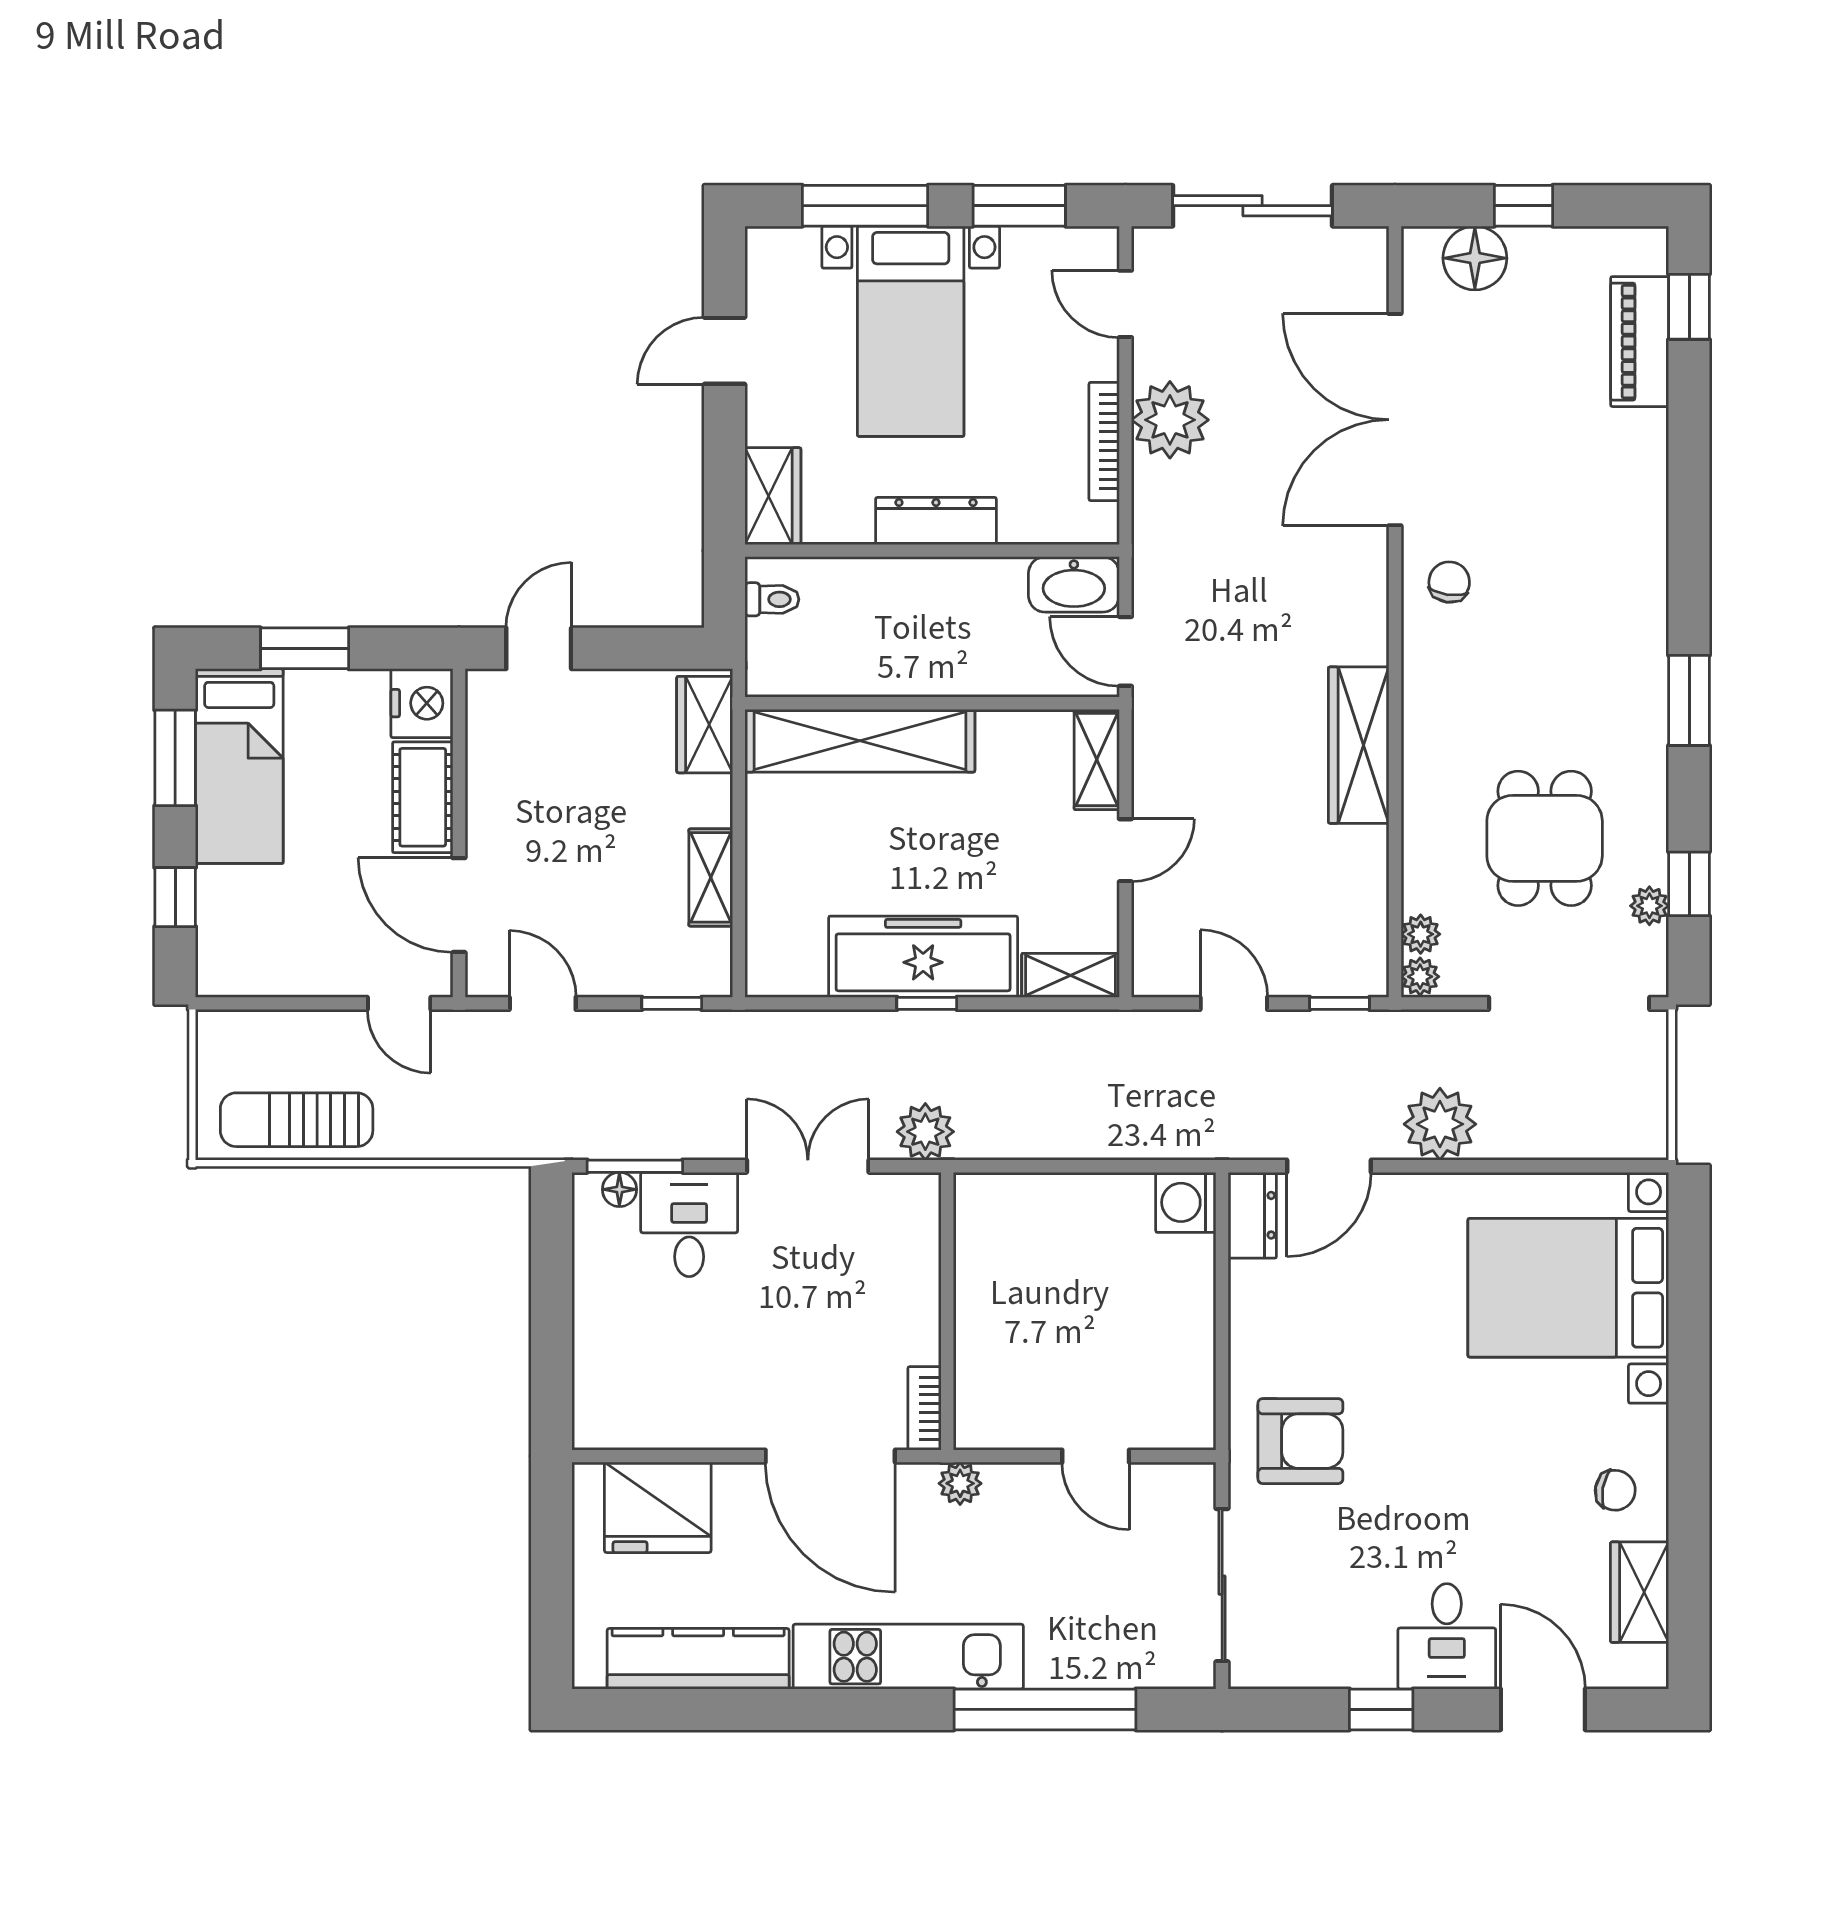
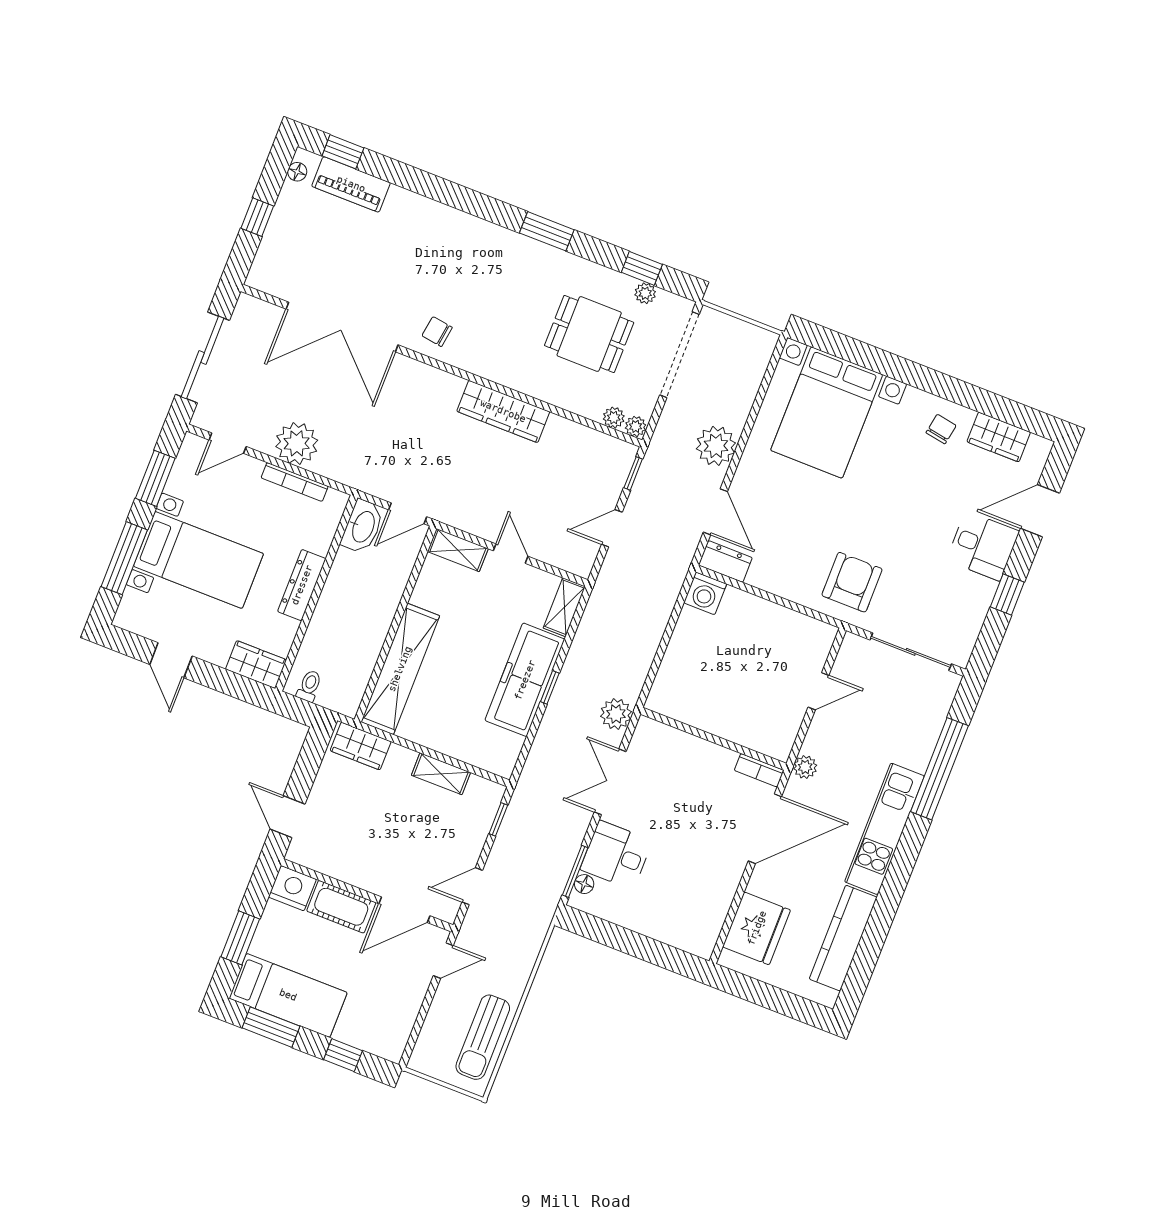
floor lamp: (1475, 258) -> (297, 172), moved, width x0.53, depth x0.53

